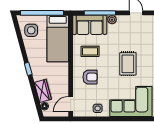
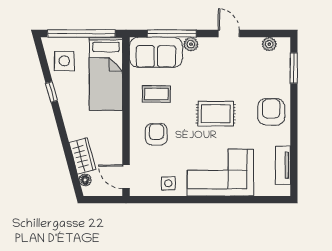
rug: (128, 64) -> (216, 114), turned 90
window: (28, 69) -> (52, 92), moved
armchair: (90, 77) -> (156, 134), turned -90
door: (71, 104) -> (126, 177), hinge flipped

